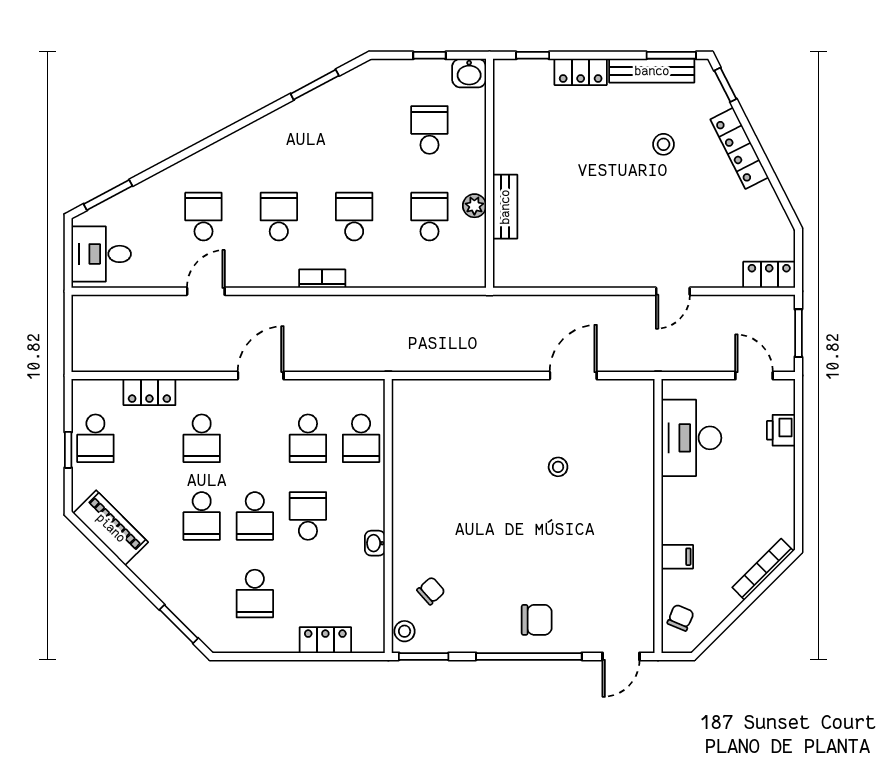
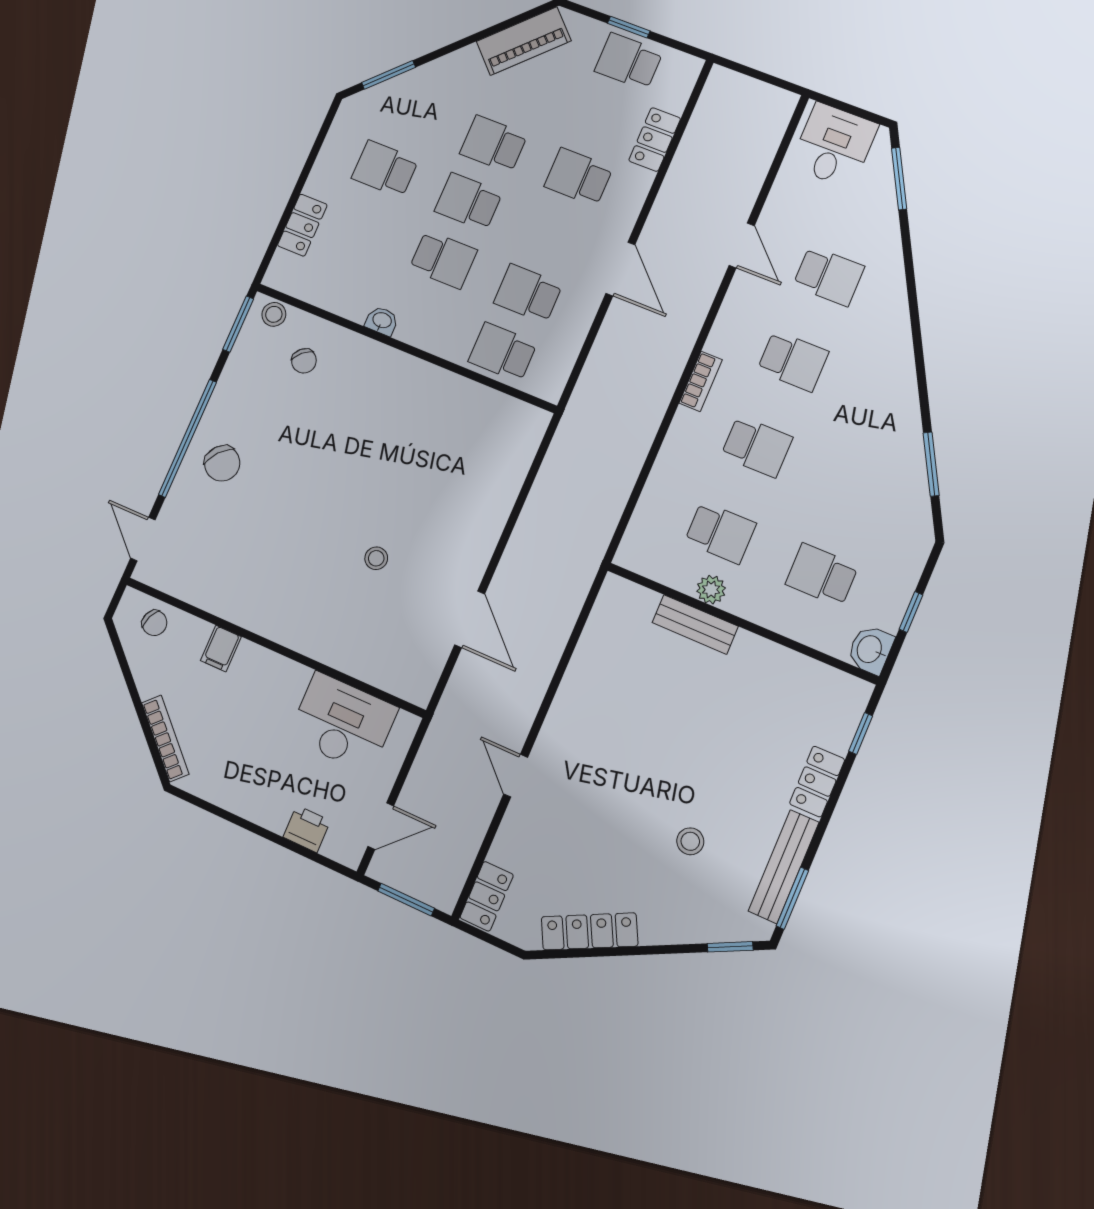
school desk: (429, 130) -> (822, 575), turned 180
locker: (739, 148) -> (590, 931), moved
chair: (537, 620) -> (222, 463), turned -49

